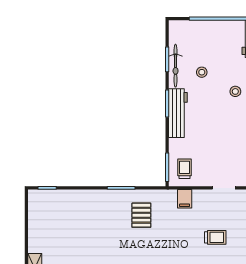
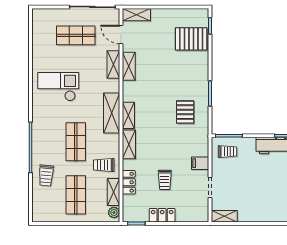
filing cabinet: (185, 199) -> (200, 163), moved
pallet: (61, 209) -> (191, 39), added
pallet: (141, 215) -> (185, 112), turned 90

